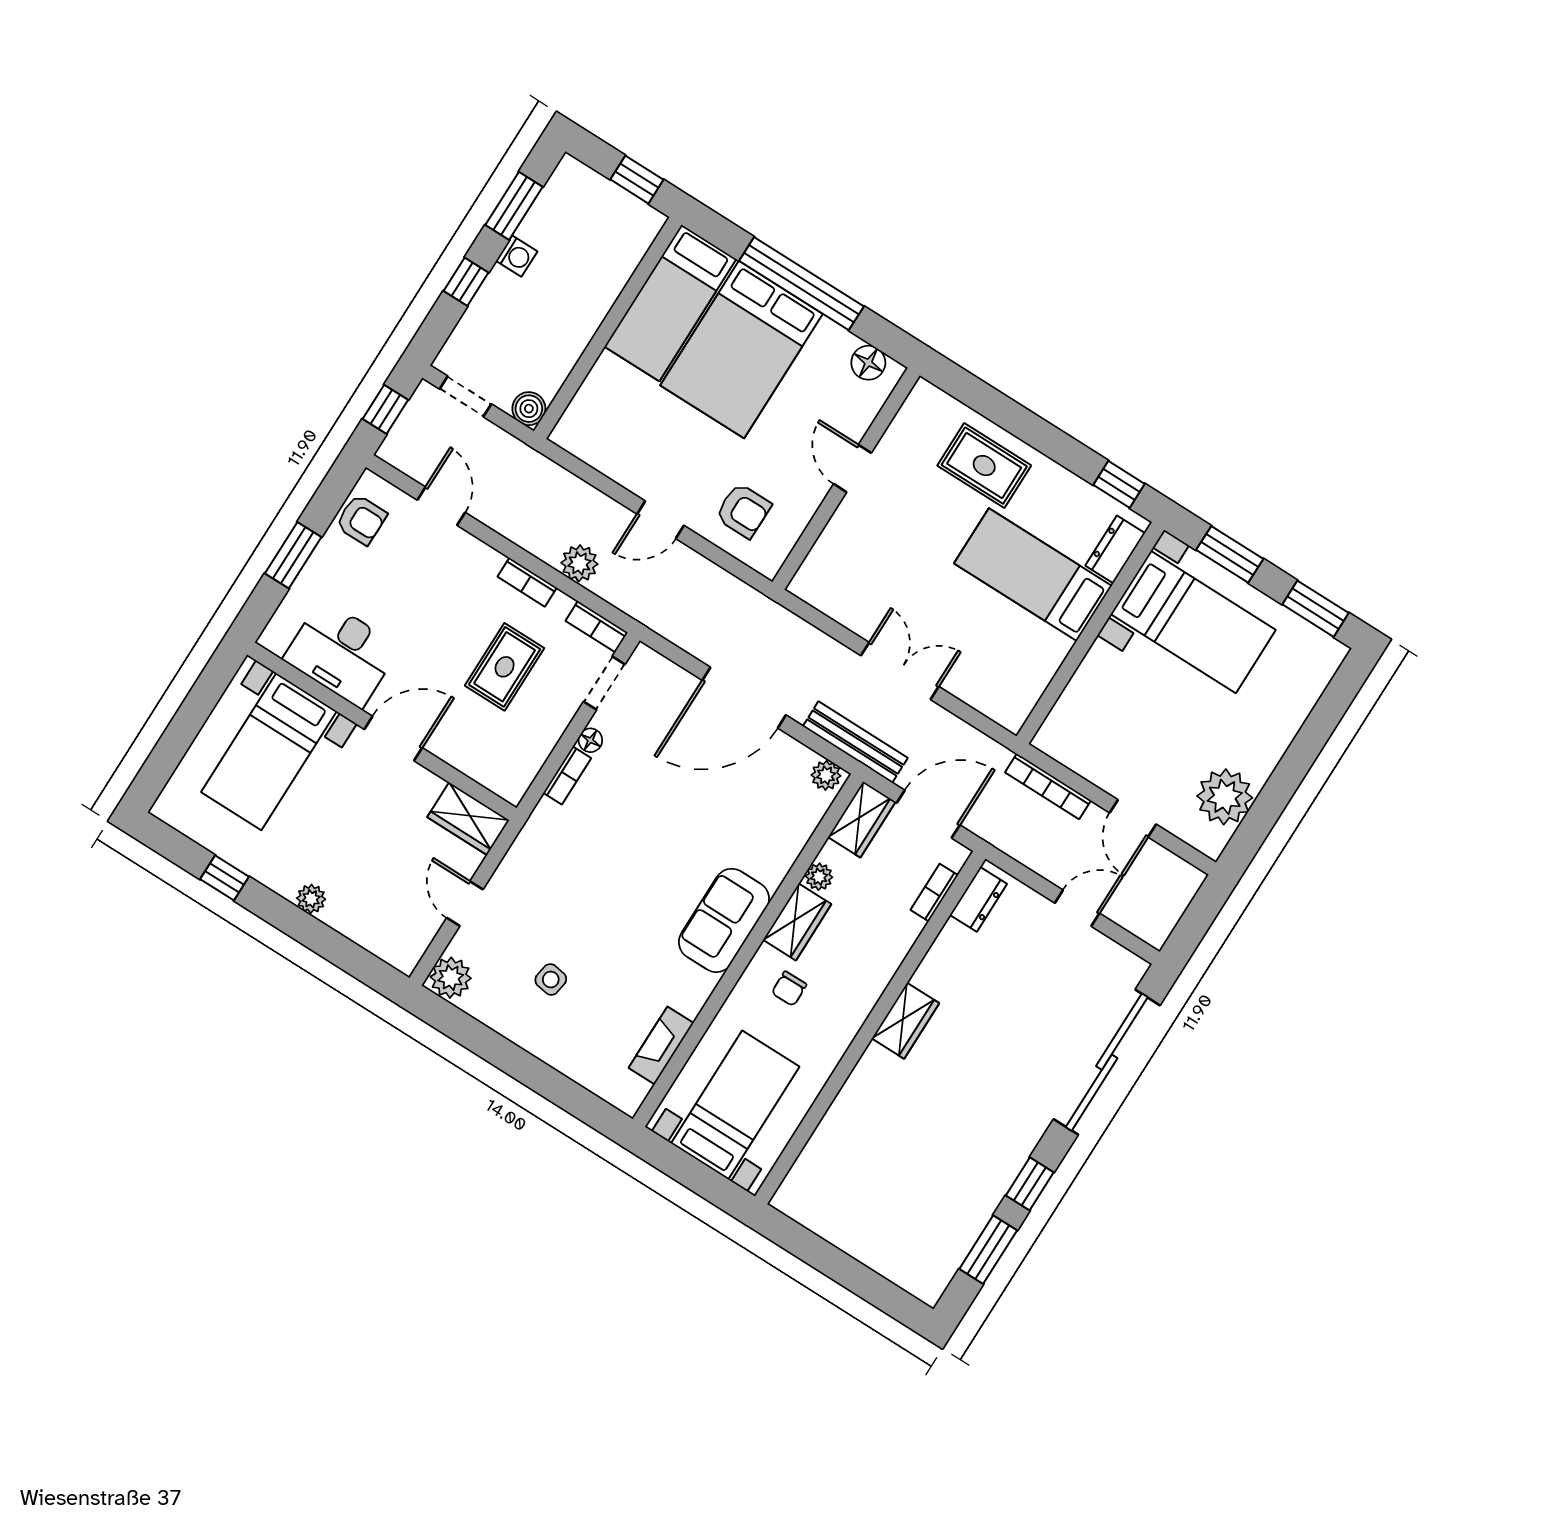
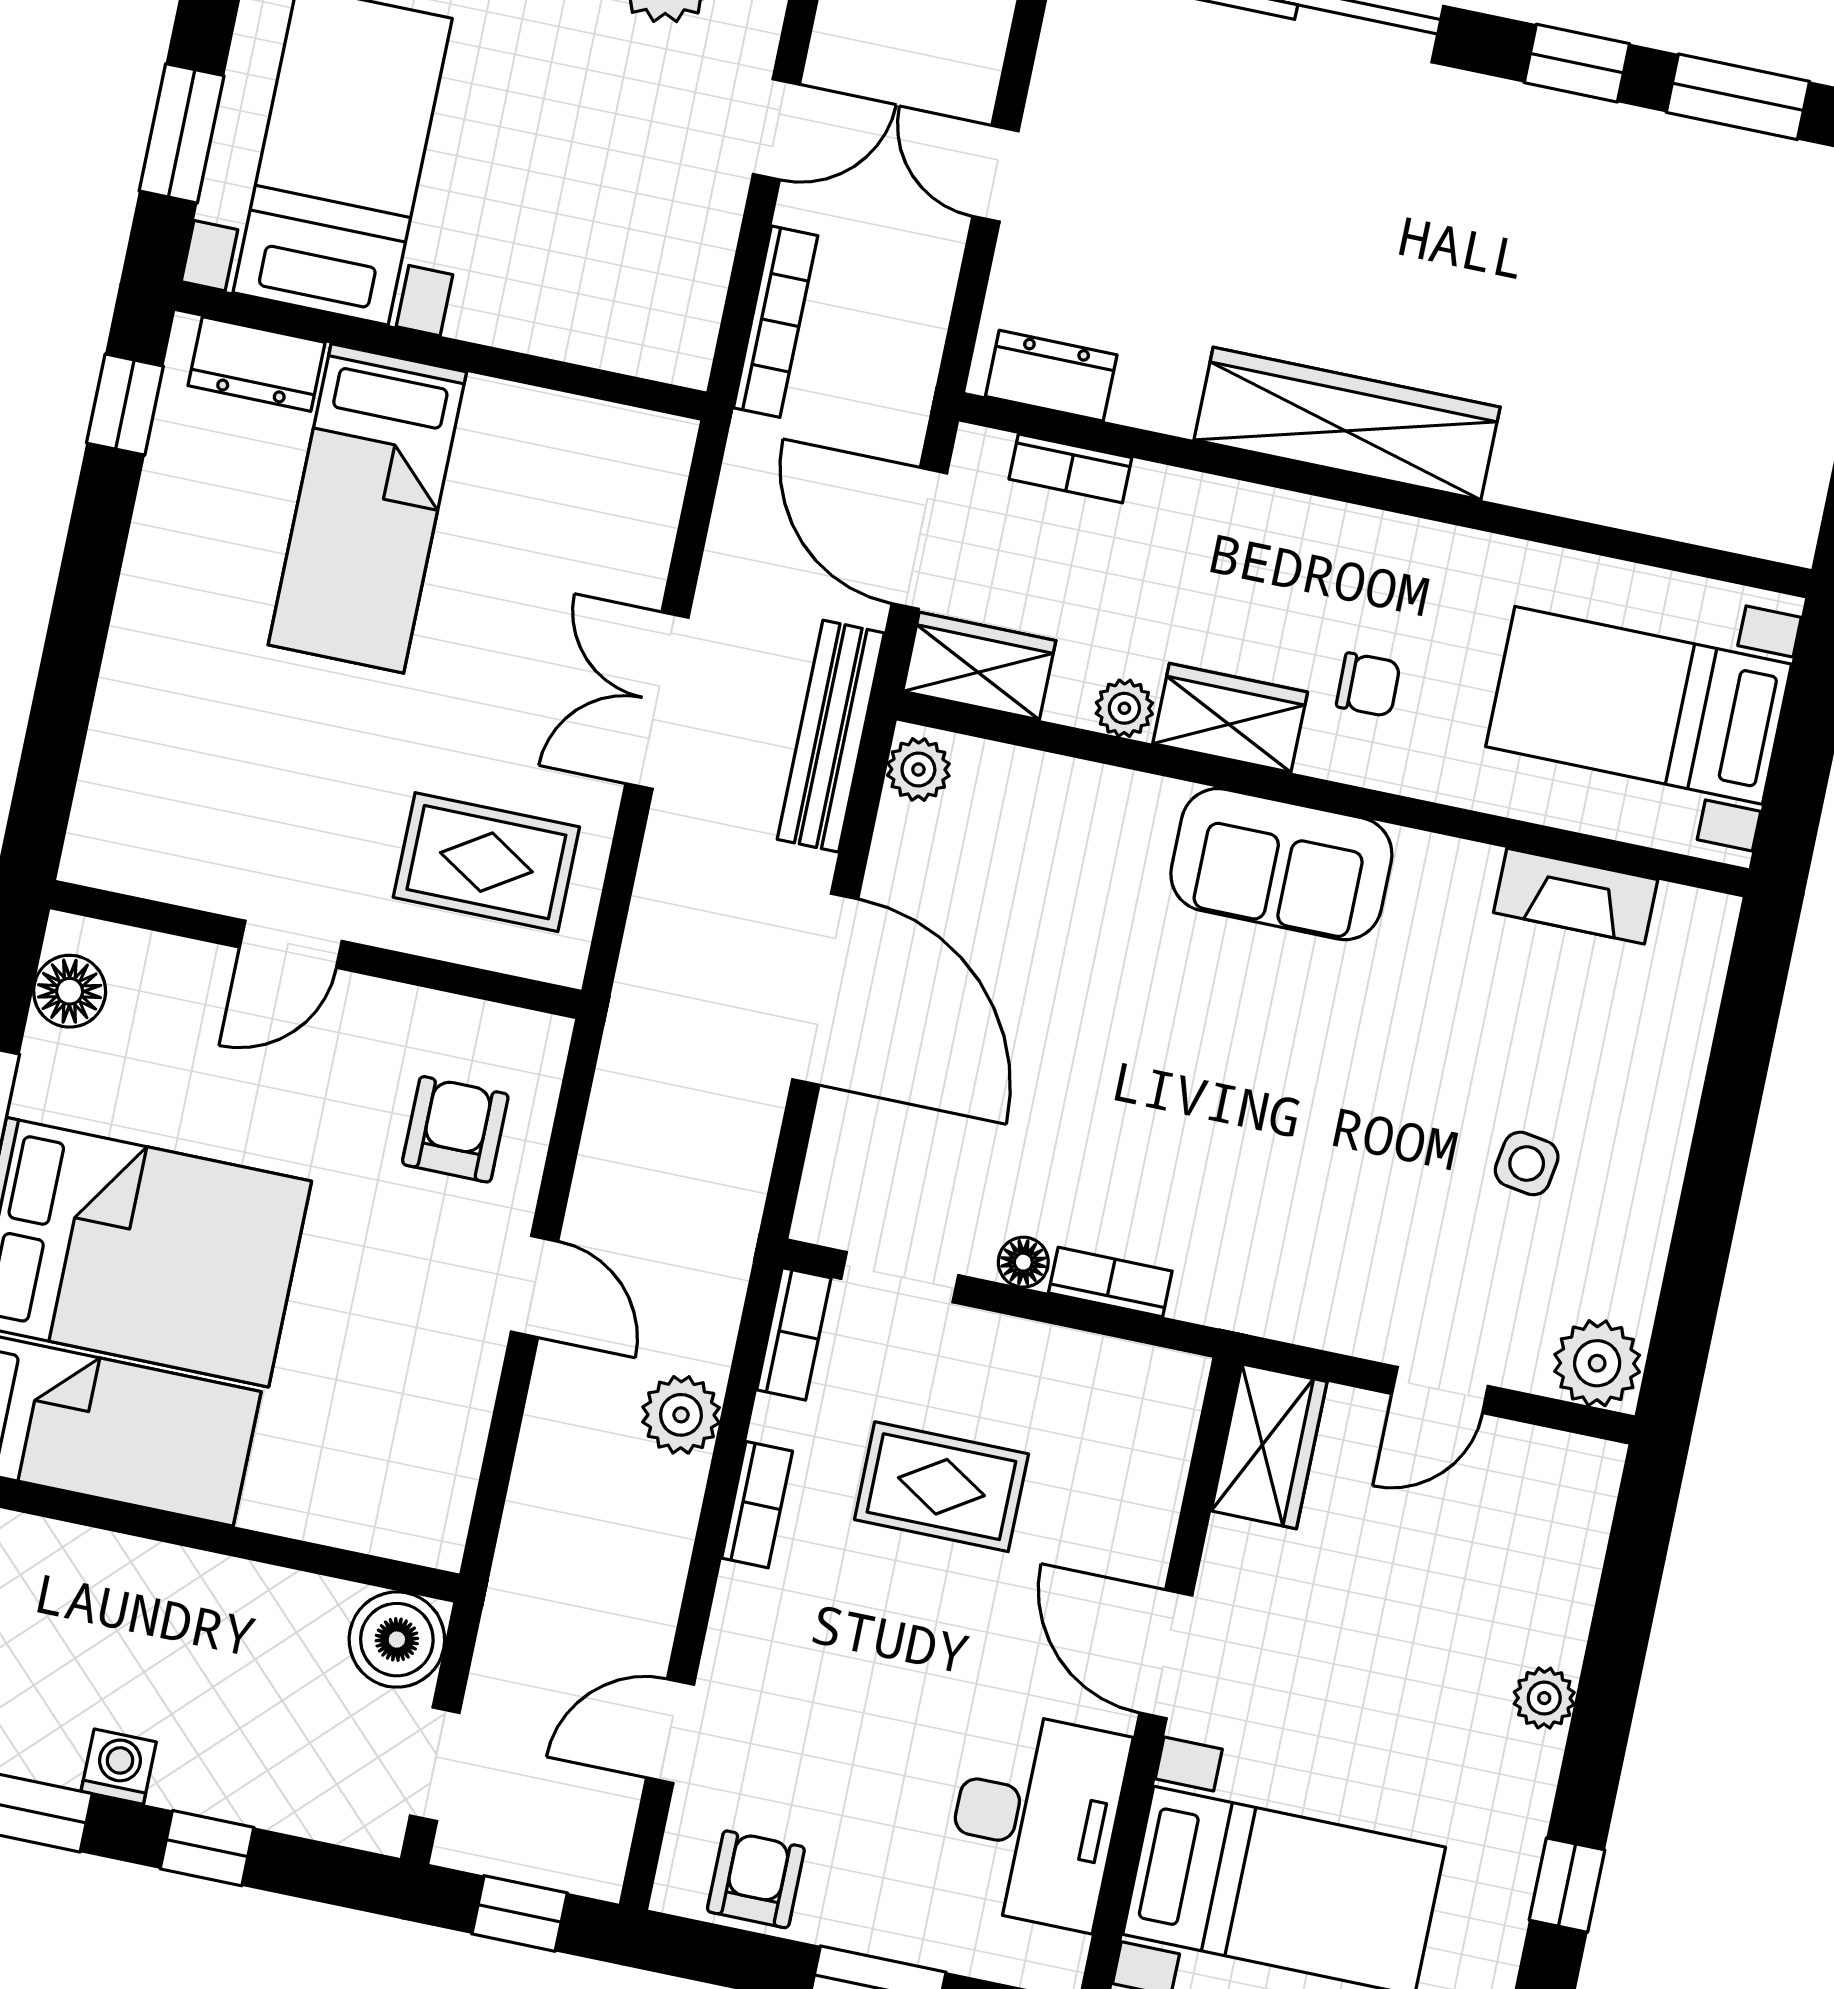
boiler: (529, 409) -> (397, 1640), width x1.36, depth x1.36
rug: (984, 466) -> (486, 862), moved, turned 90
wardrobe: (905, 1021) -> (1347, 424), width x2.10, depth x1.17

